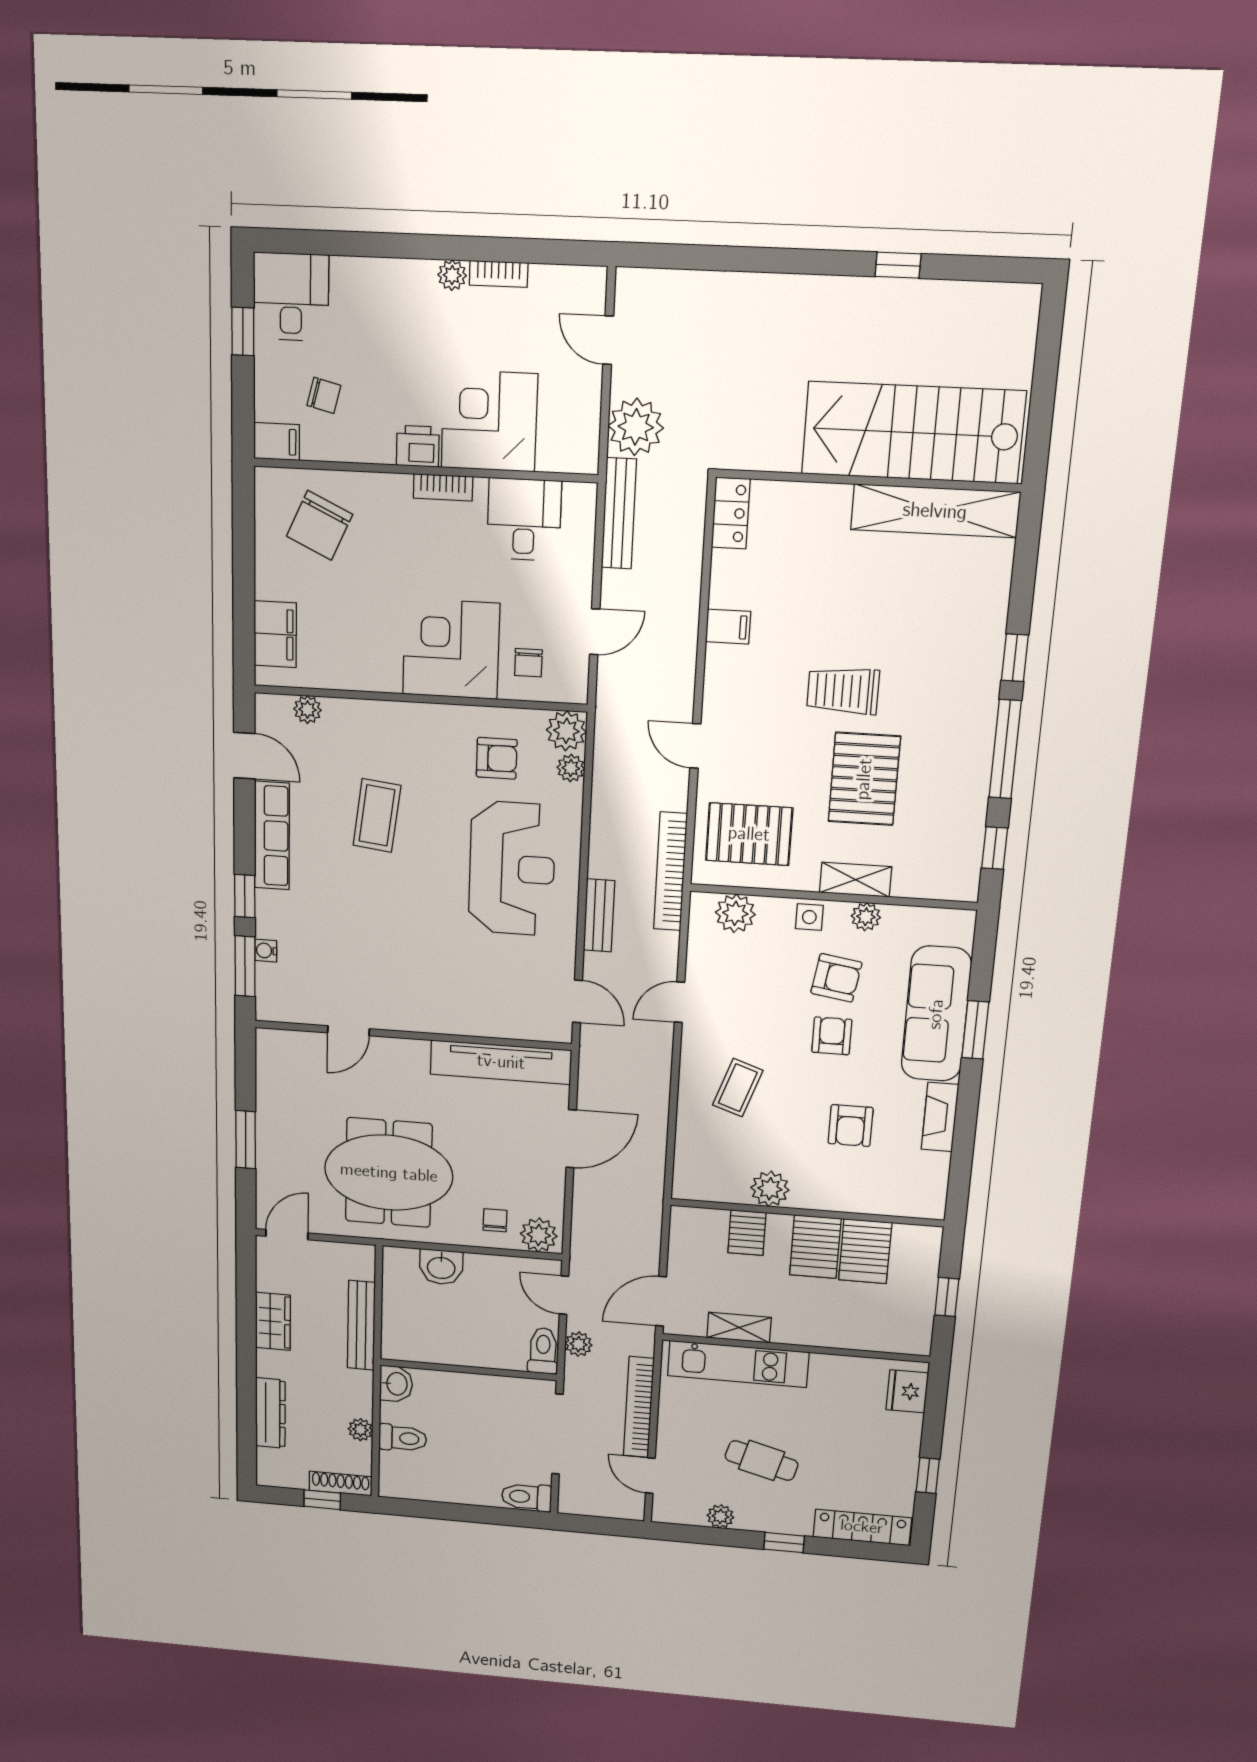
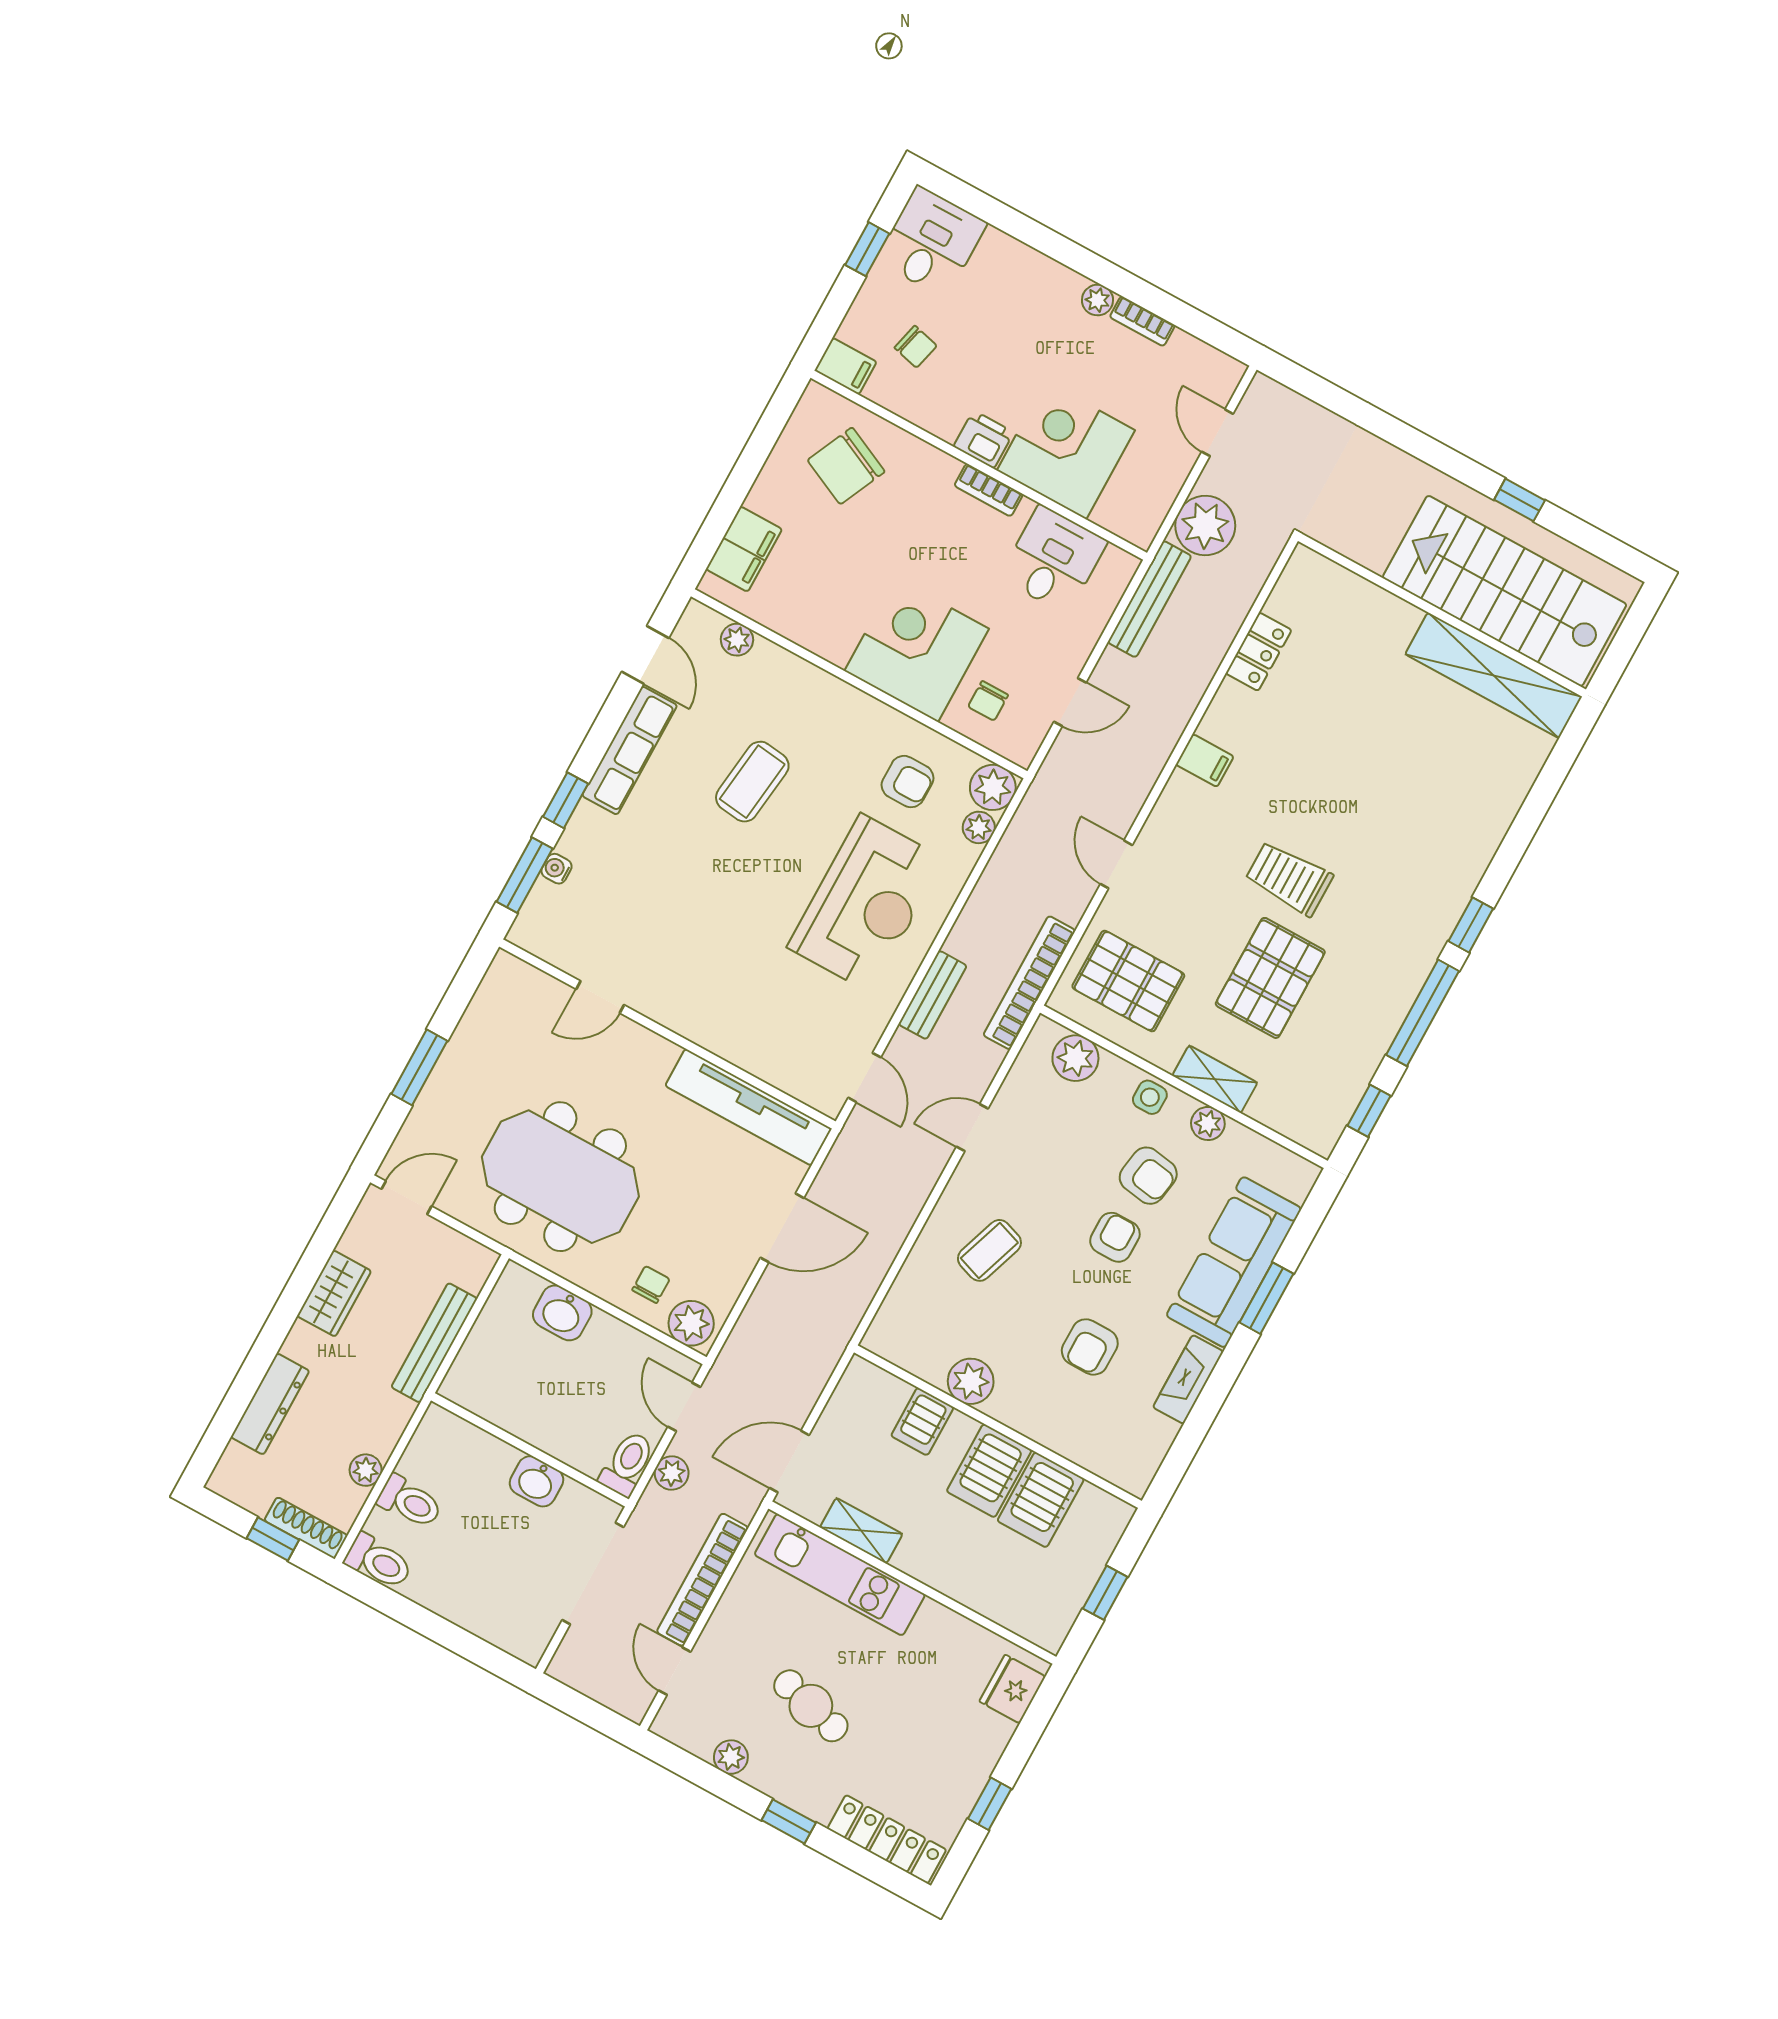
stairs: (913, 433) -> (1505, 591), moved
wall: (868, 481) -> (1442, 615), moved
shelving: (935, 511) -> (1494, 675), moved
washbasin: (396, 1384) -> (536, 1481), moved, turned 90
toilet: (527, 1497) -> (378, 1561), moved, turned 180

